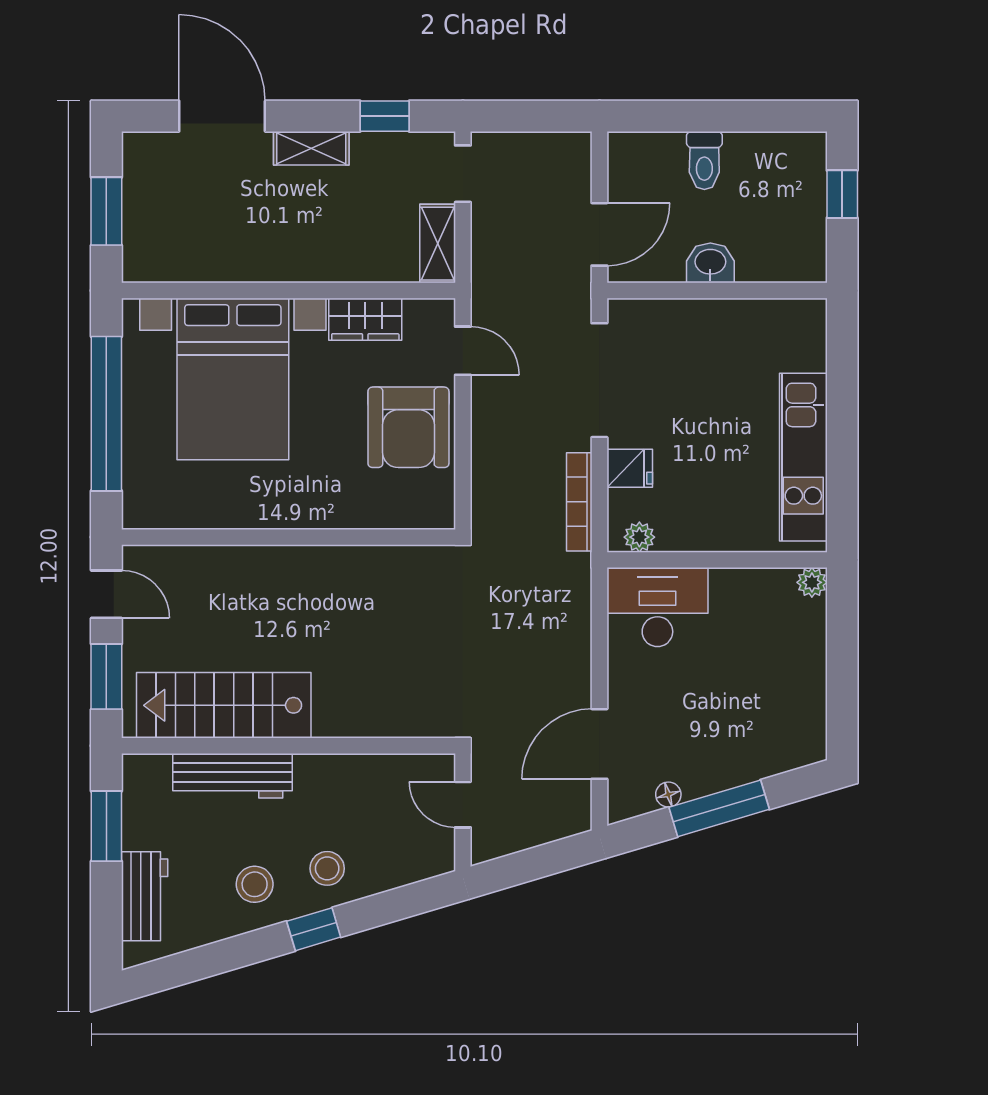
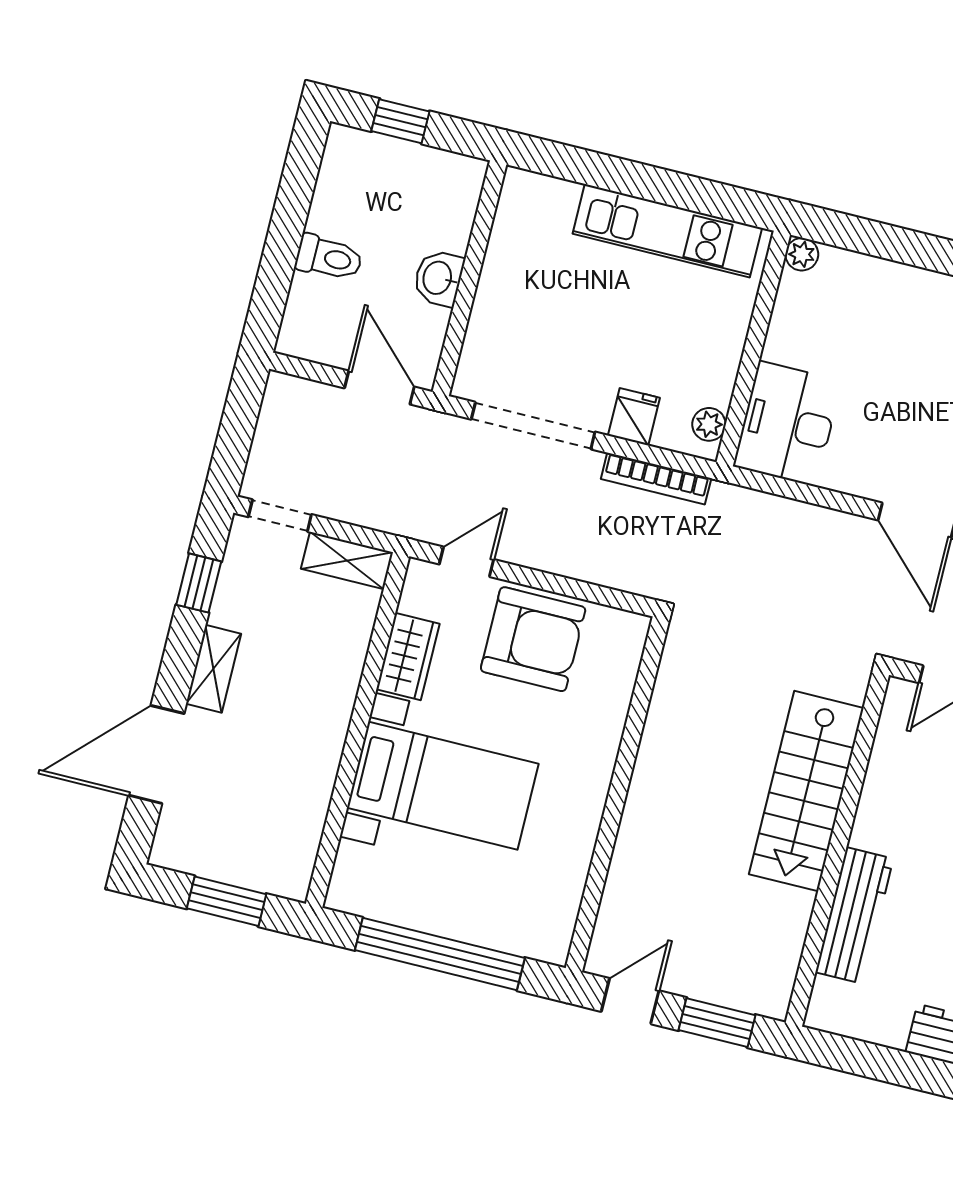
bed with nightstands: (233, 379) -> (443, 786), width x0.73
stairs: (224, 705) -> (806, 791), moved
window: (106, 826) -> (875, 1062), removed

